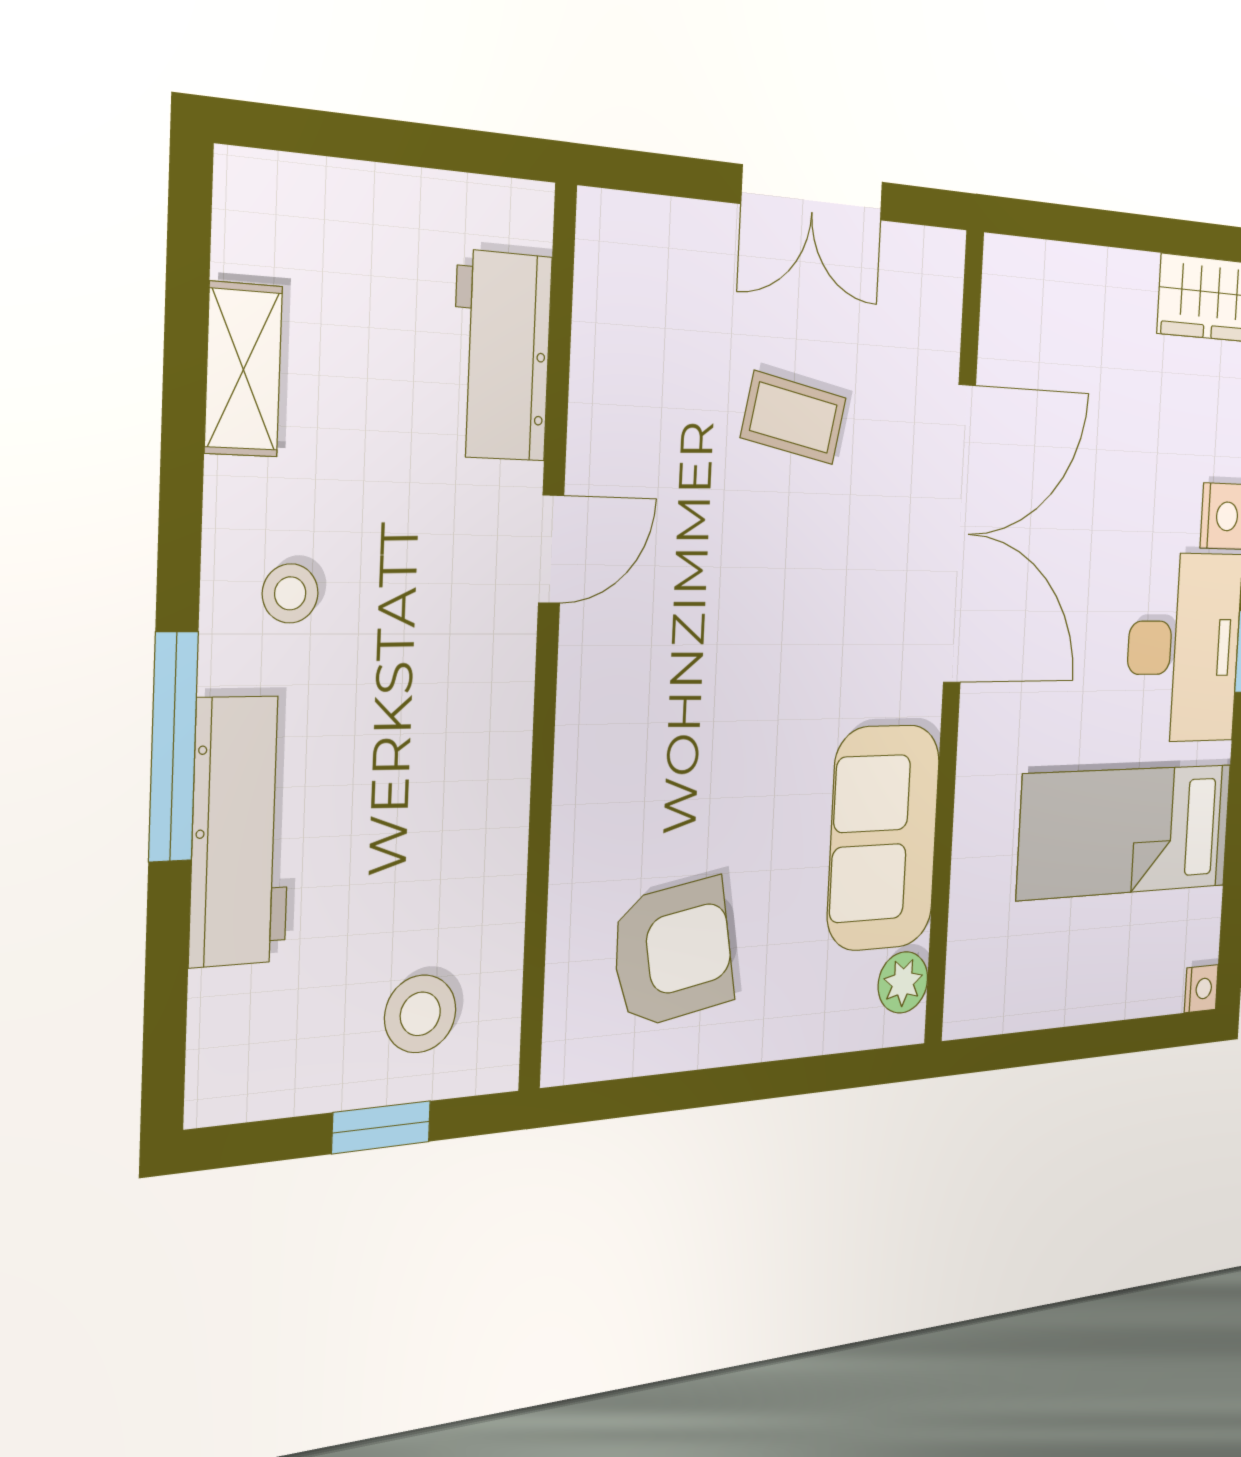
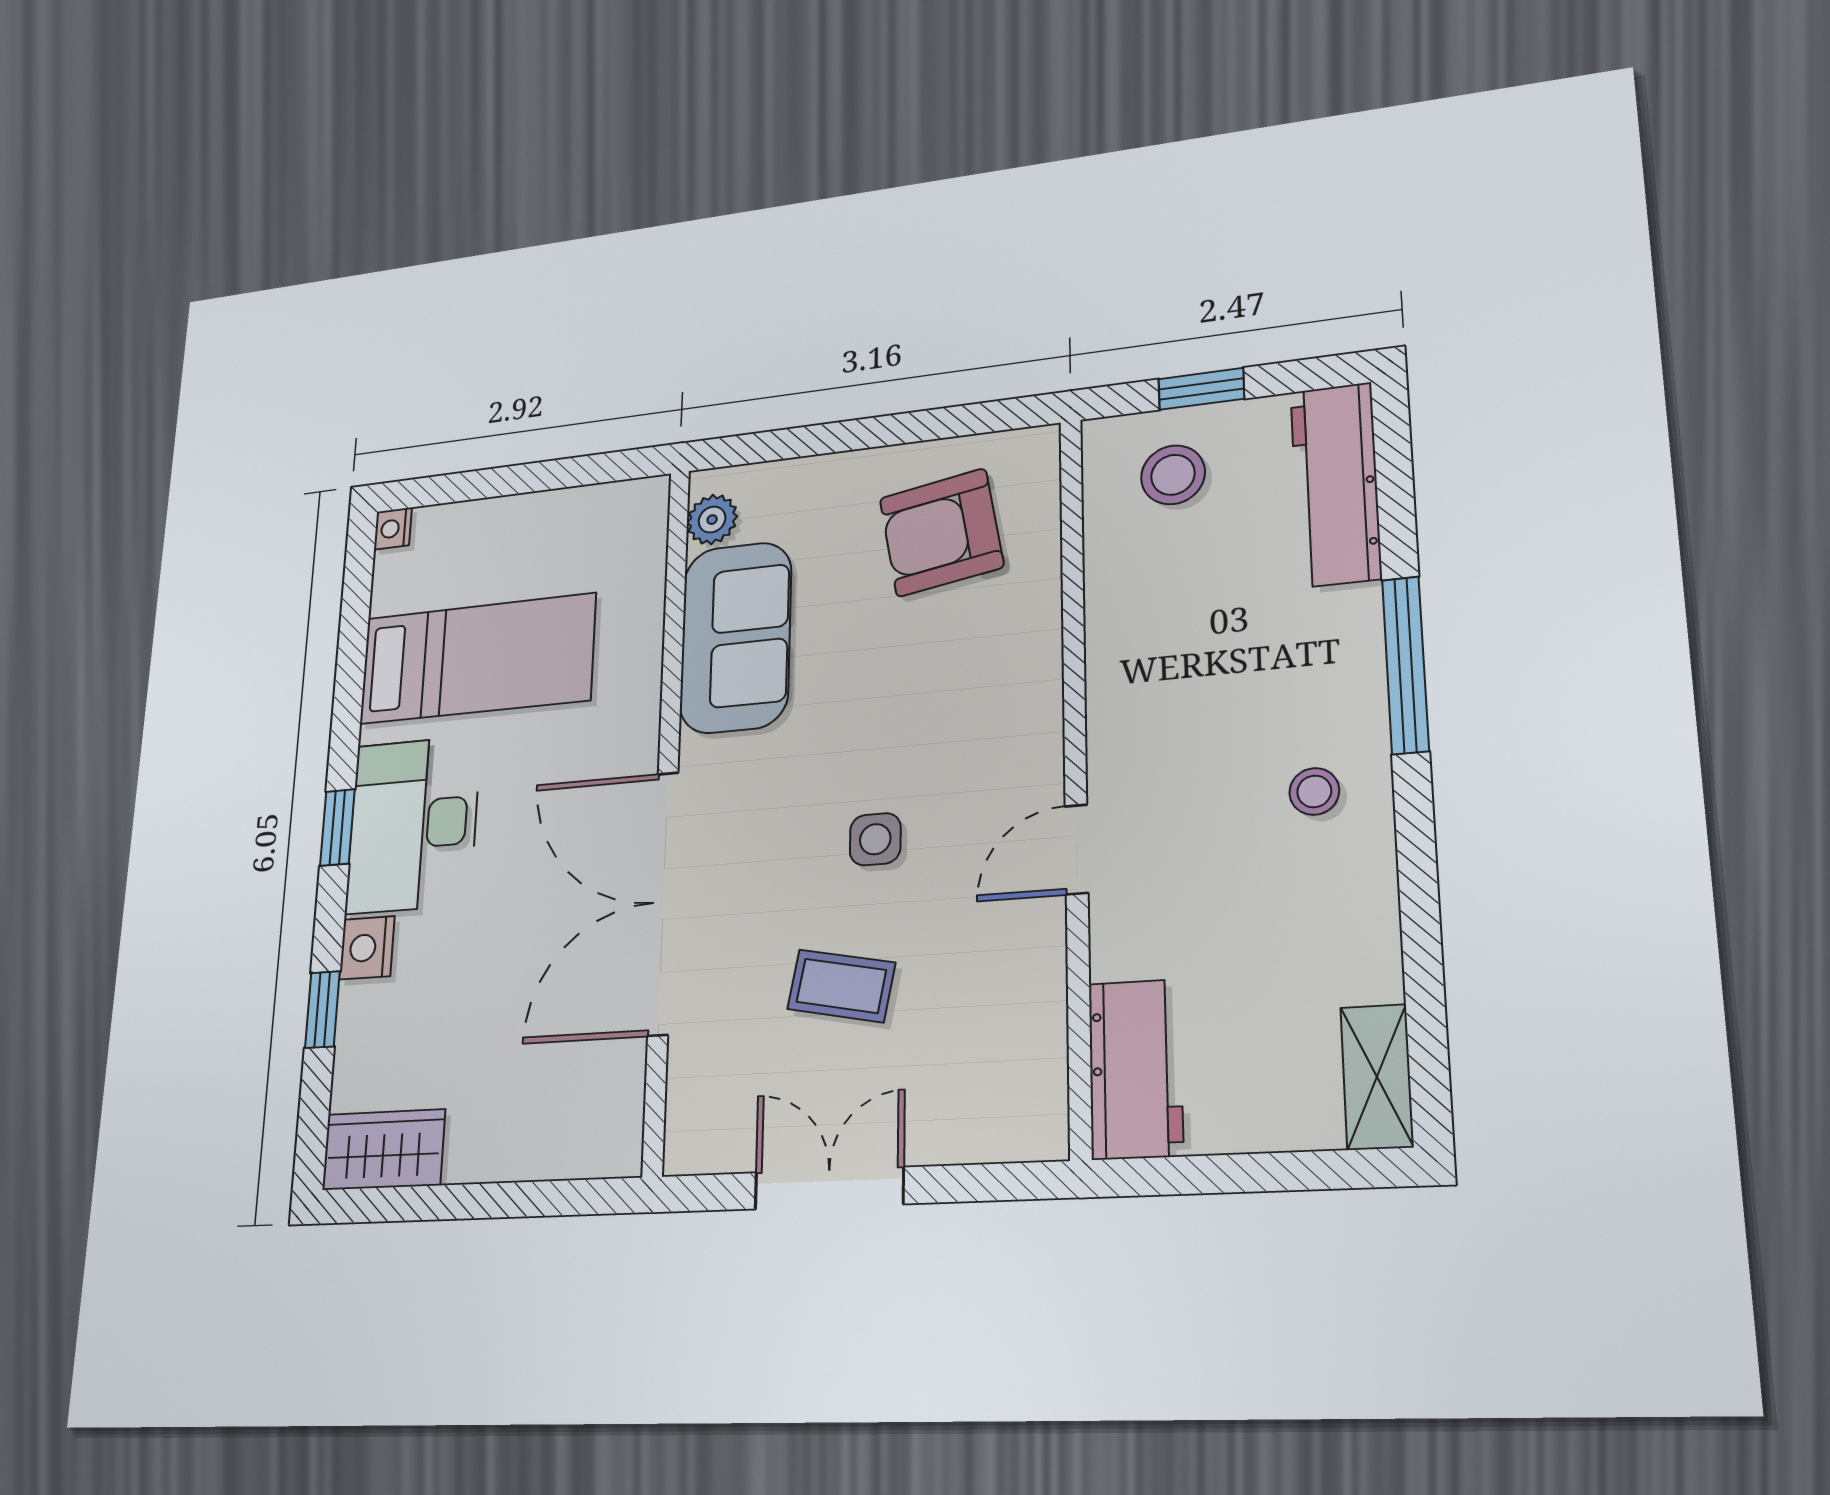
workbench: (502, 356) -> (1136, 1069), moved
shelving: (243, 370) -> (1377, 1077), moved
side table: (755, 584) -> (875, 839), added
workbench: (241, 831) -> (1336, 484), moved

